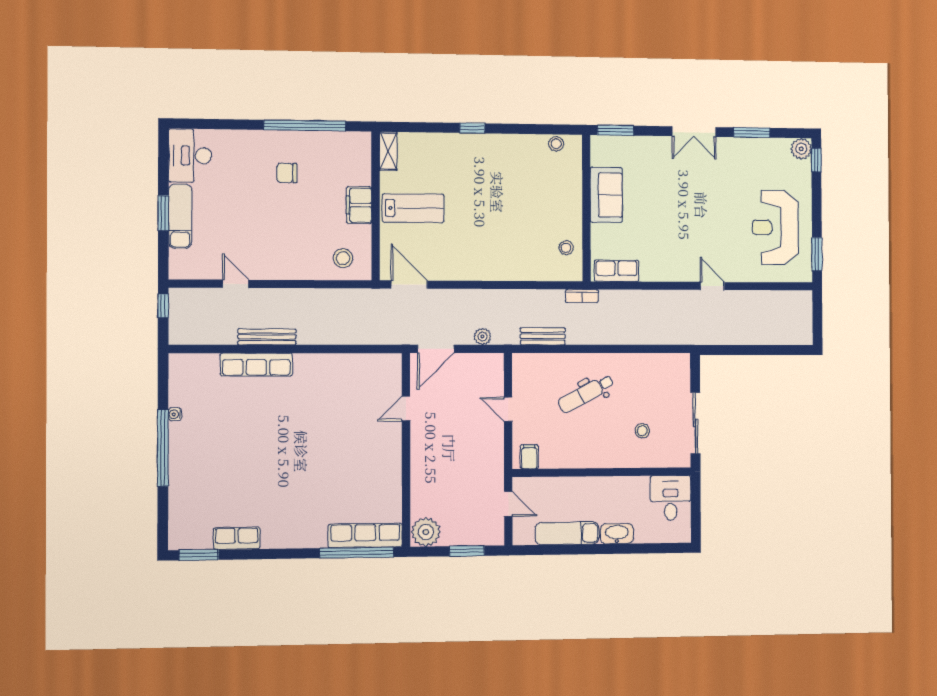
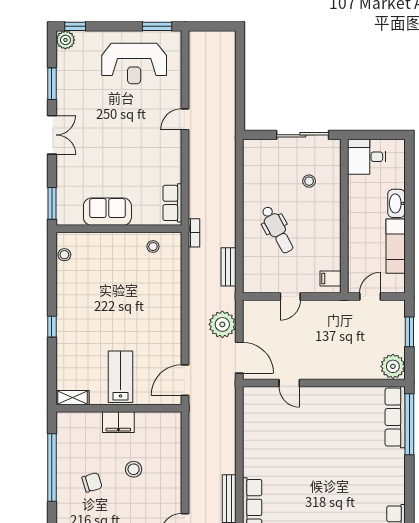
chair: (287, 173) -> (92, 482), turned -107
stool: (343, 258) -> (134, 469), moved
plant: (483, 337) -> (222, 324), width x1.88, depth x1.88

